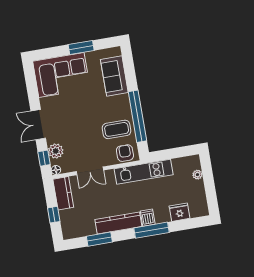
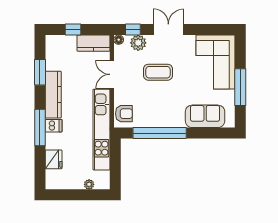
window: (81, 48) -> (240, 87), width x1.44
coffee table: (117, 129) -> (158, 72), moved, turned 90
kitchen unit: (144, 172) -> (101, 130), width x1.36

